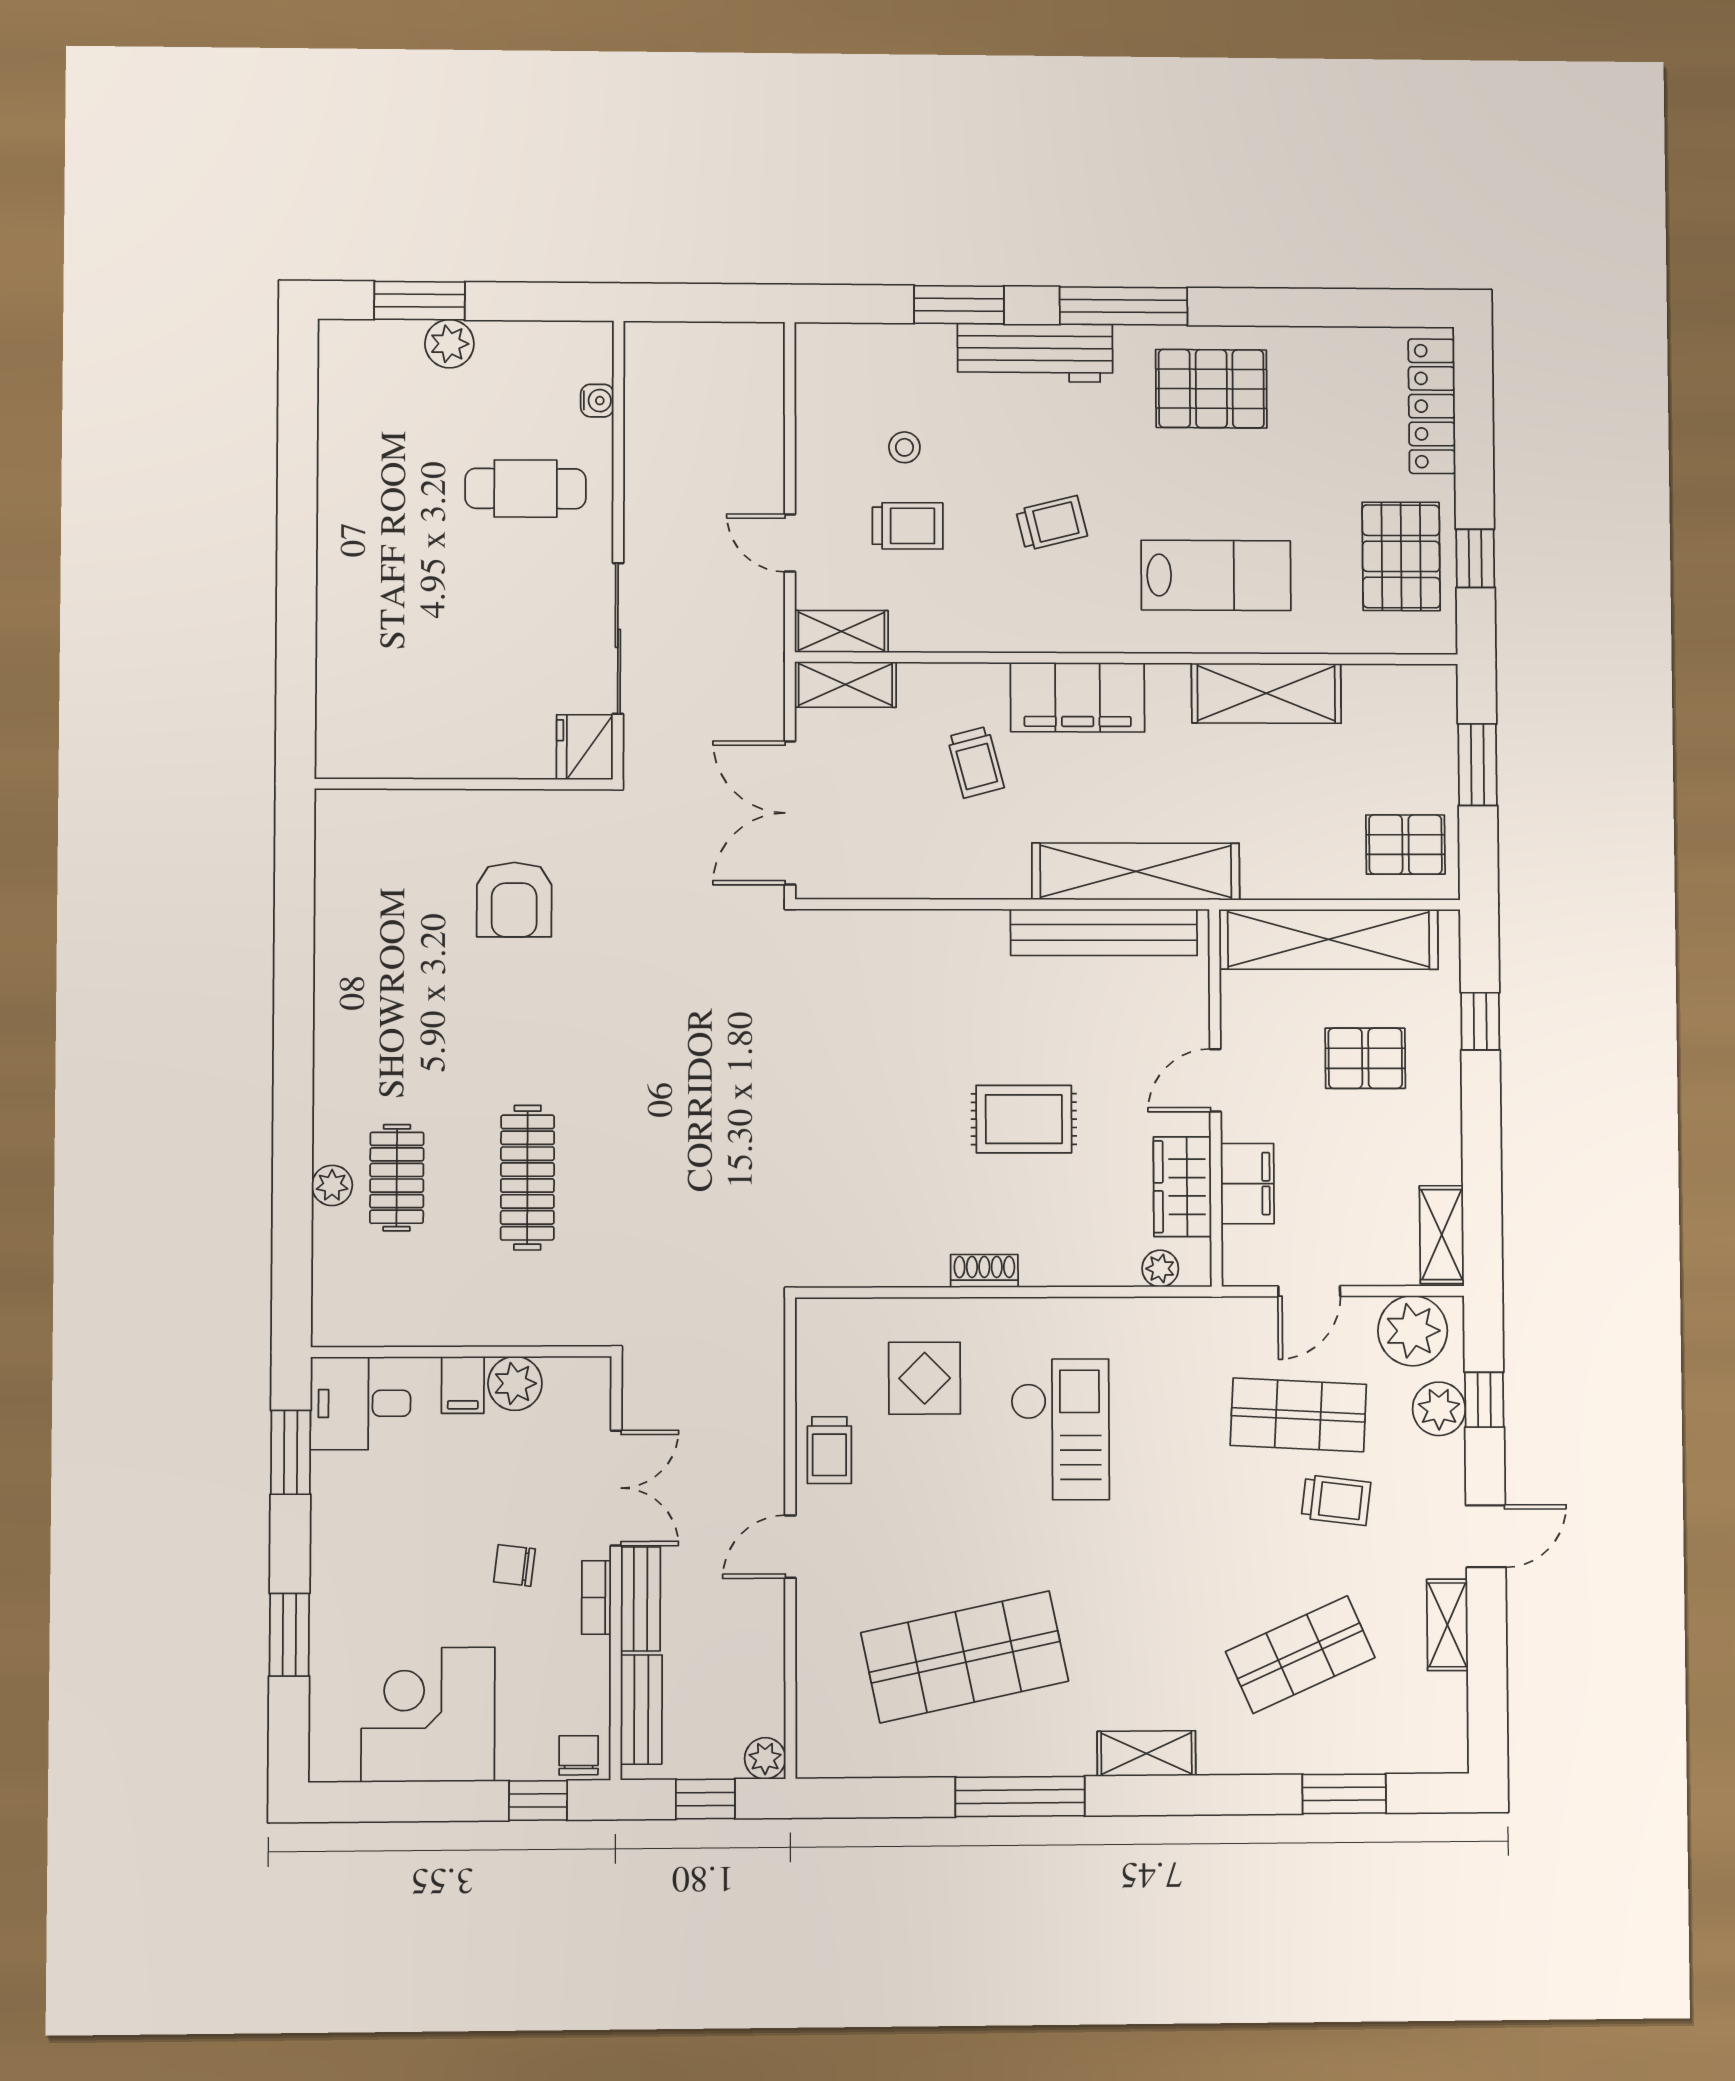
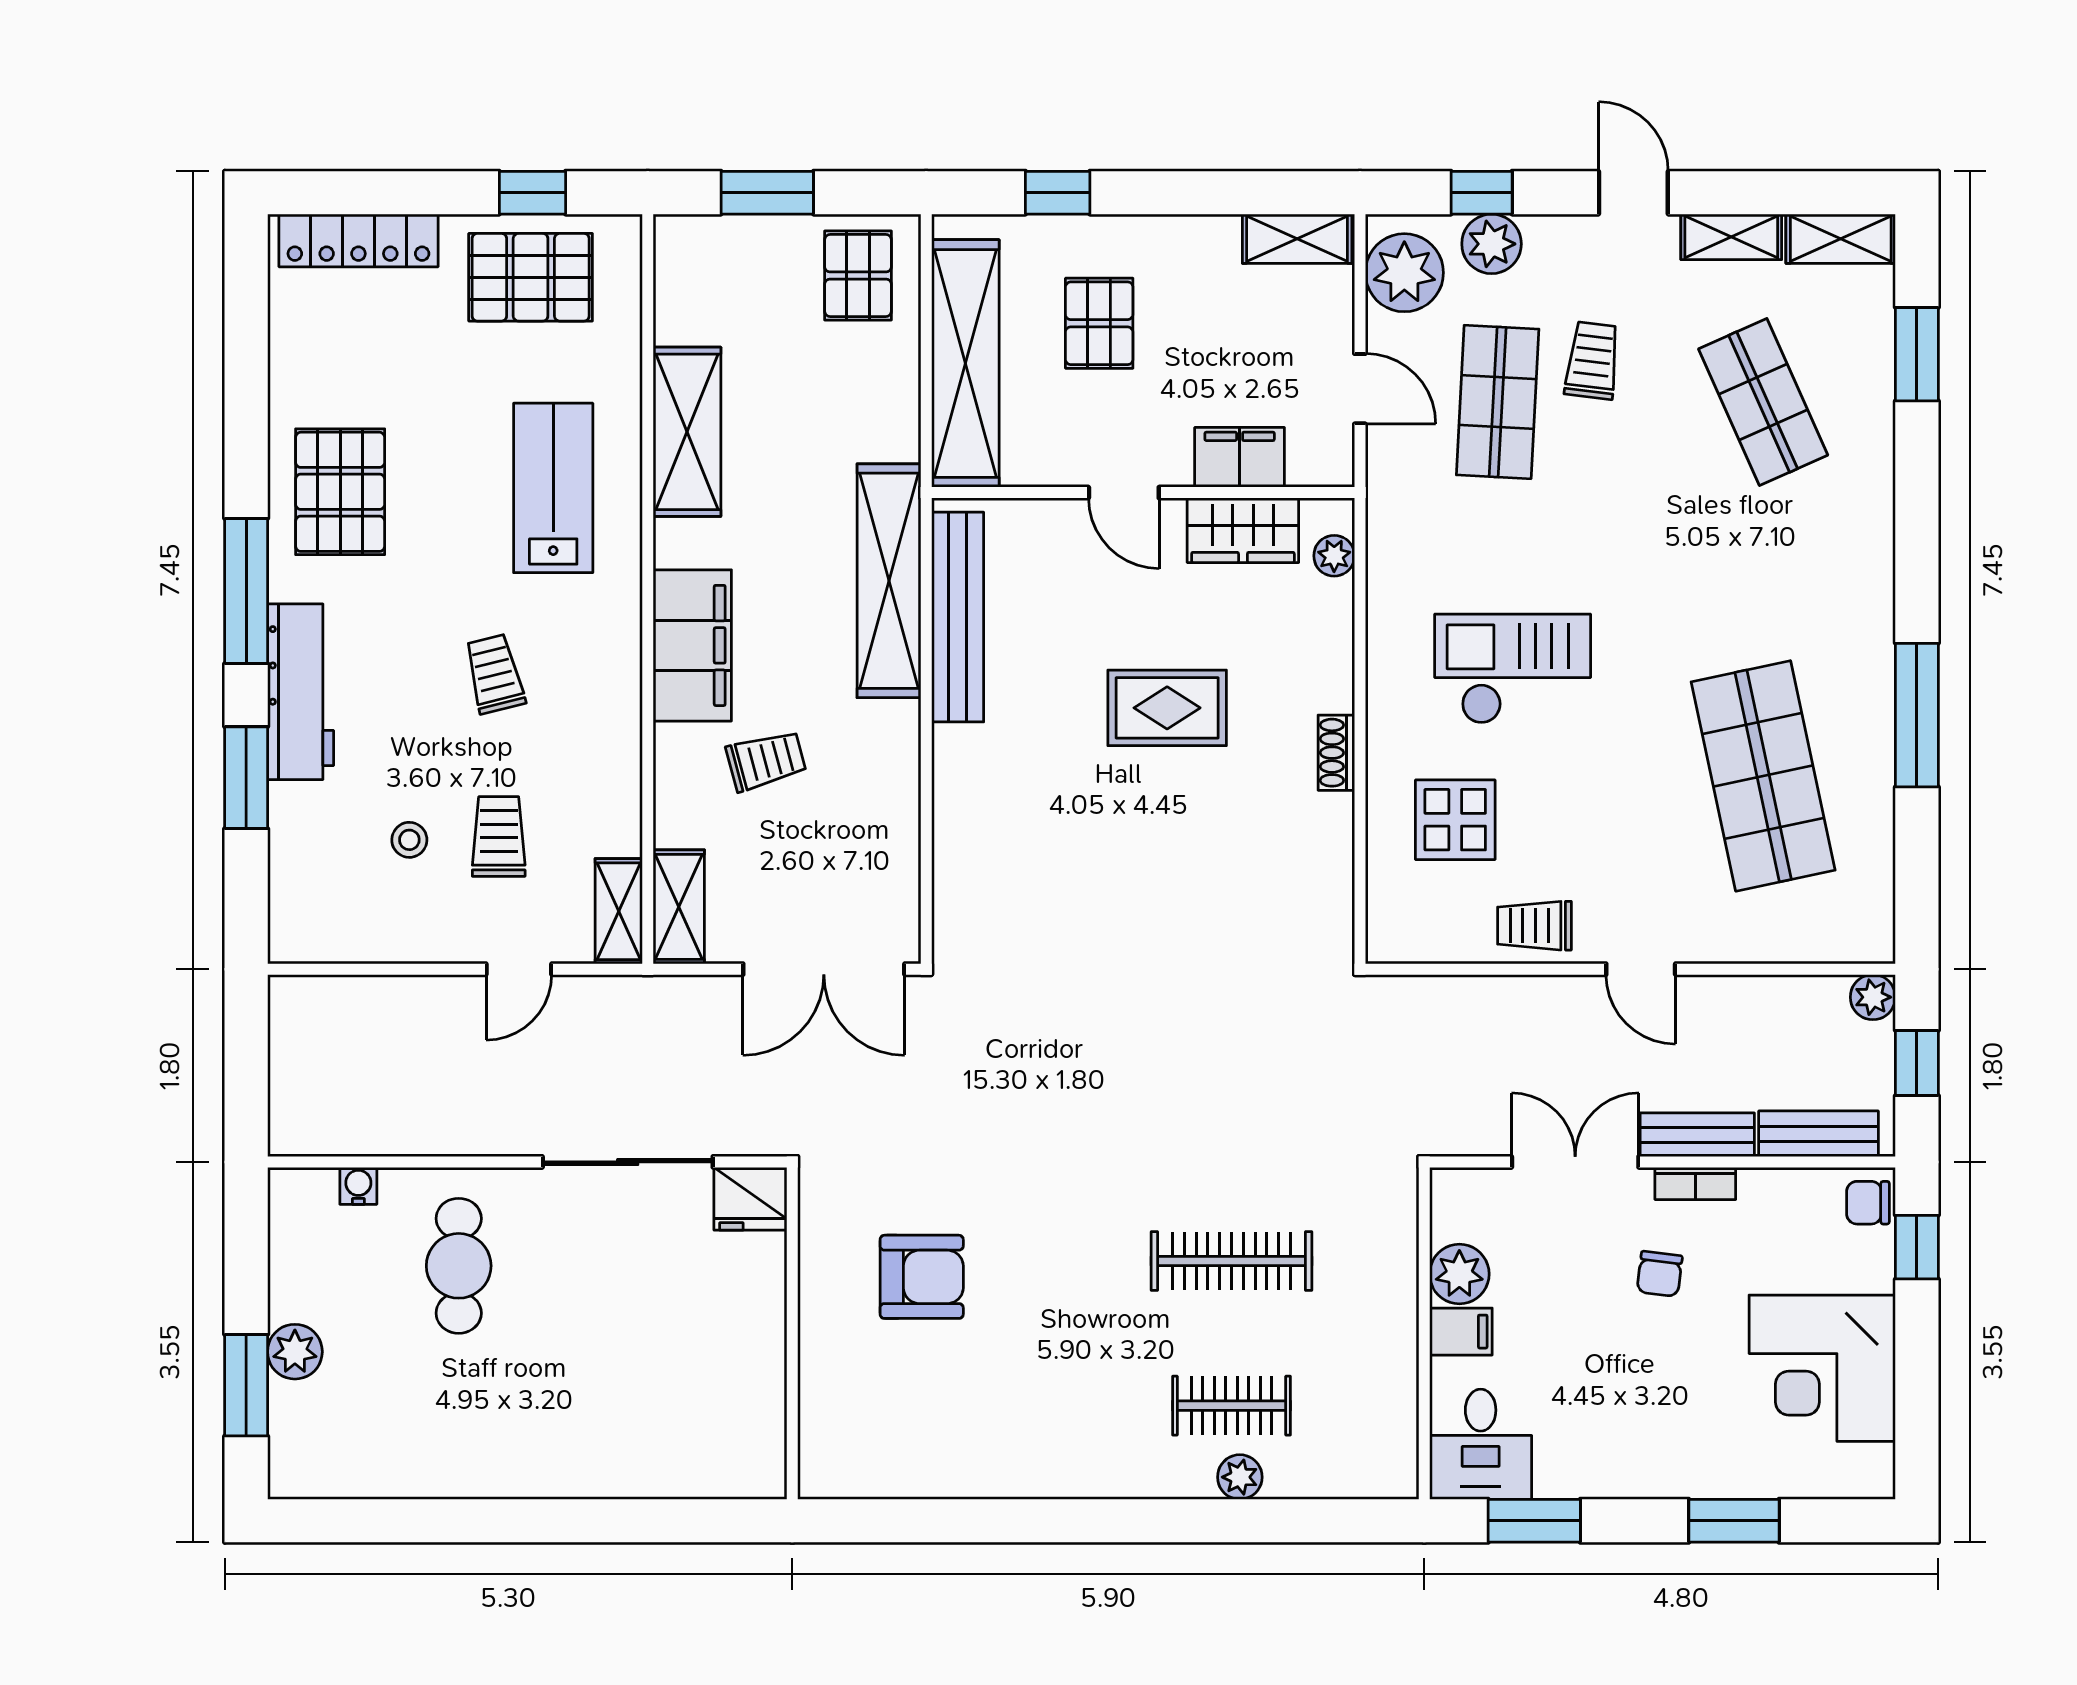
rug: (1024, 1119) -> (1167, 708), turned 90
trolley: (829, 1450) -> (1534, 926), turned 180
shelving: (1146, 1754) -> (1841, 239), moved, turned 90

